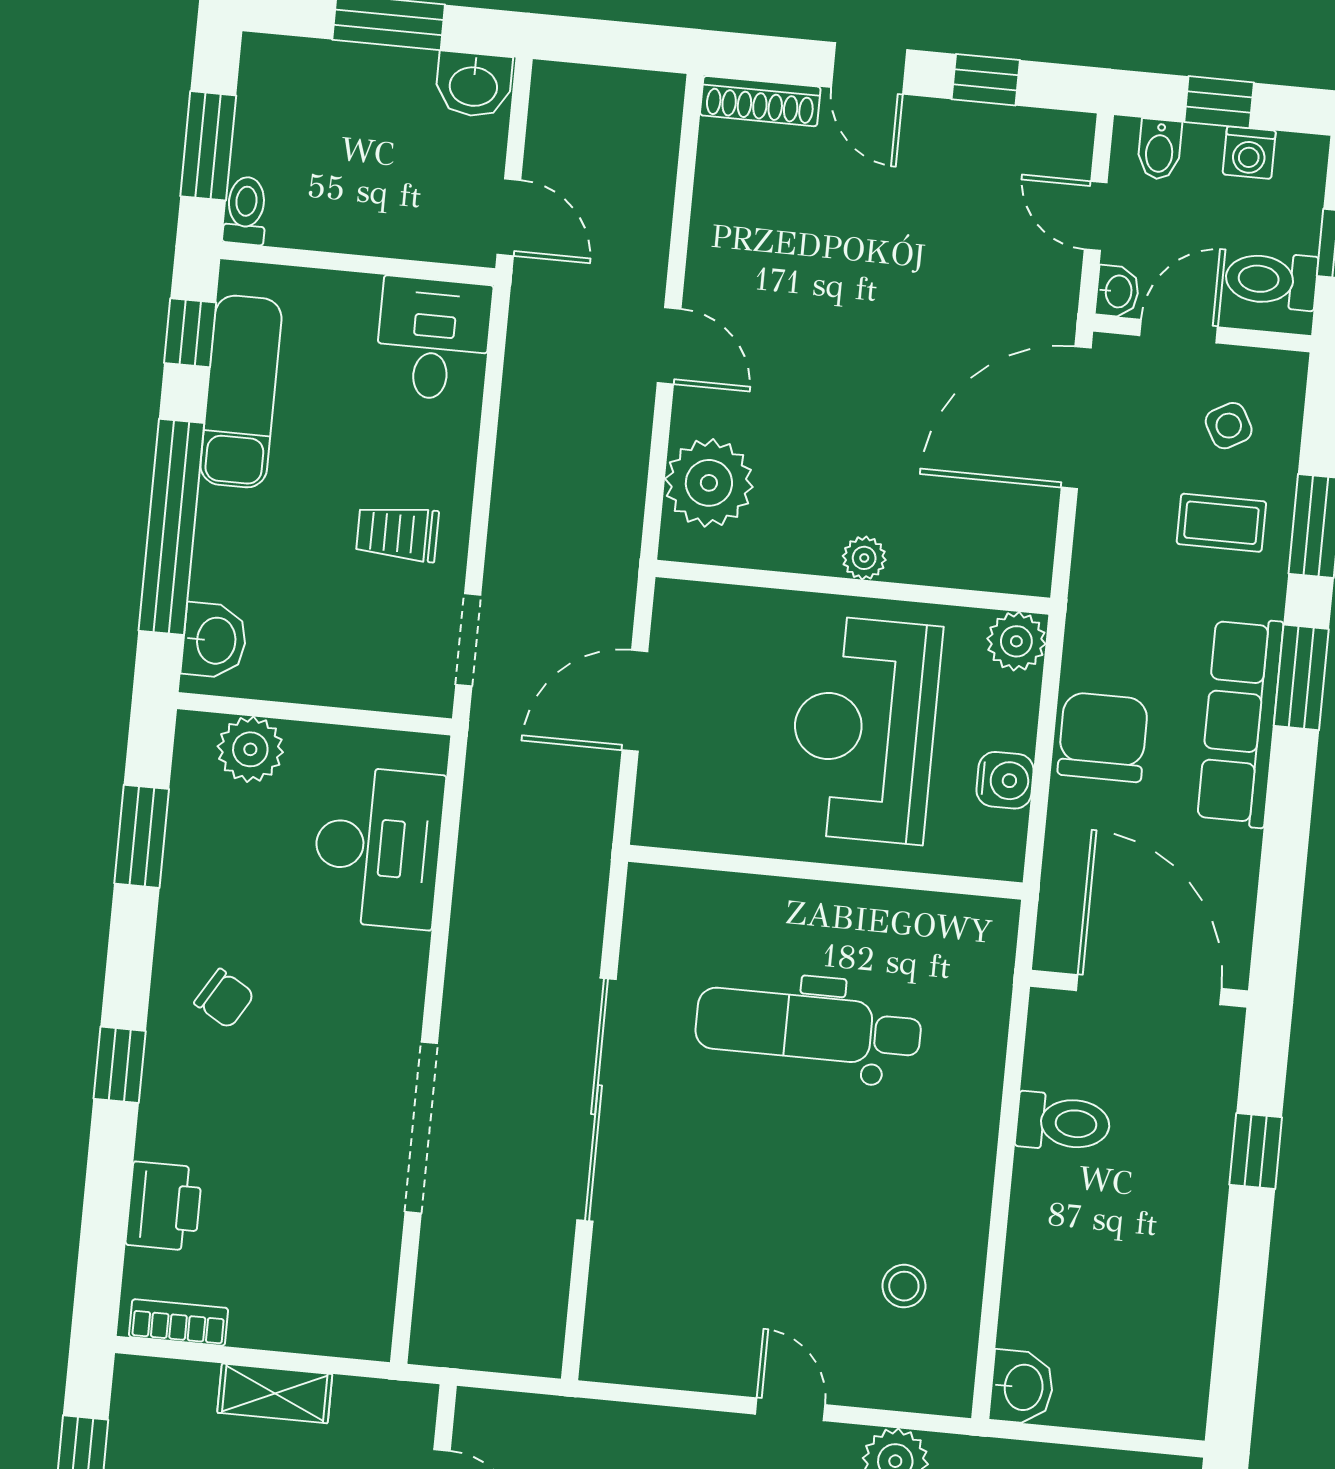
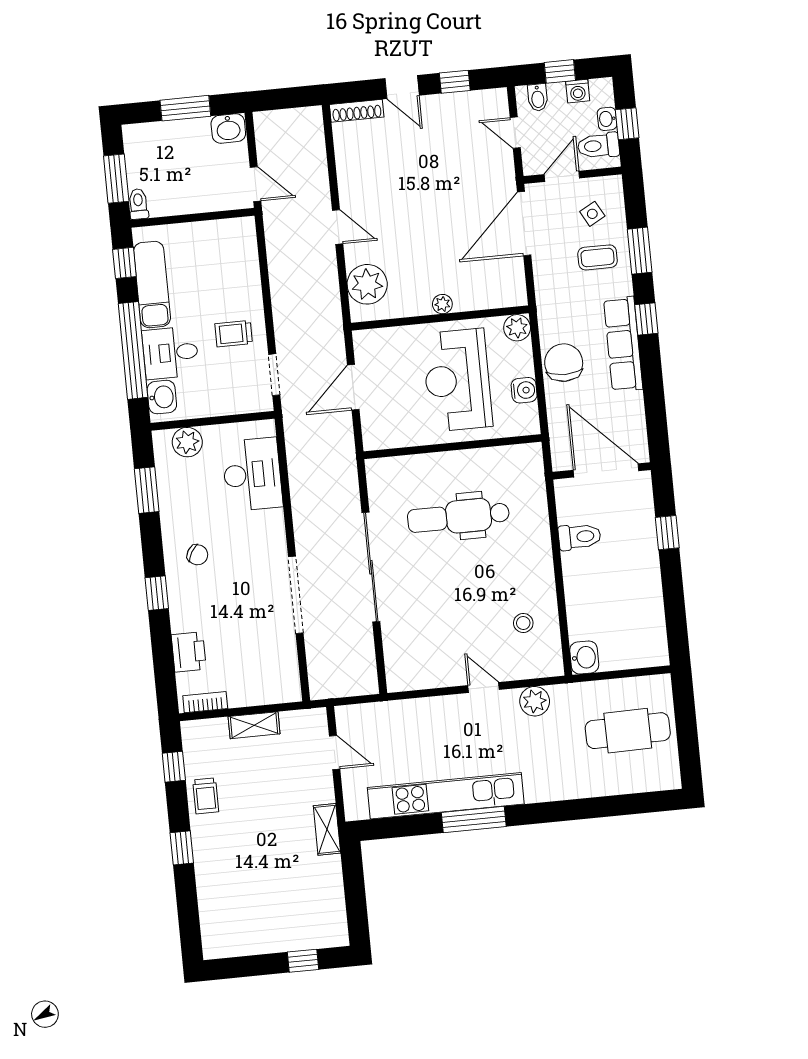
washbasin: (1117, 291) -> (607, 119), moved, turned 180
desk: (433, 339) -> (170, 353), moved, turned -90
window: (1301, 677) -> (646, 319), width x0.67

